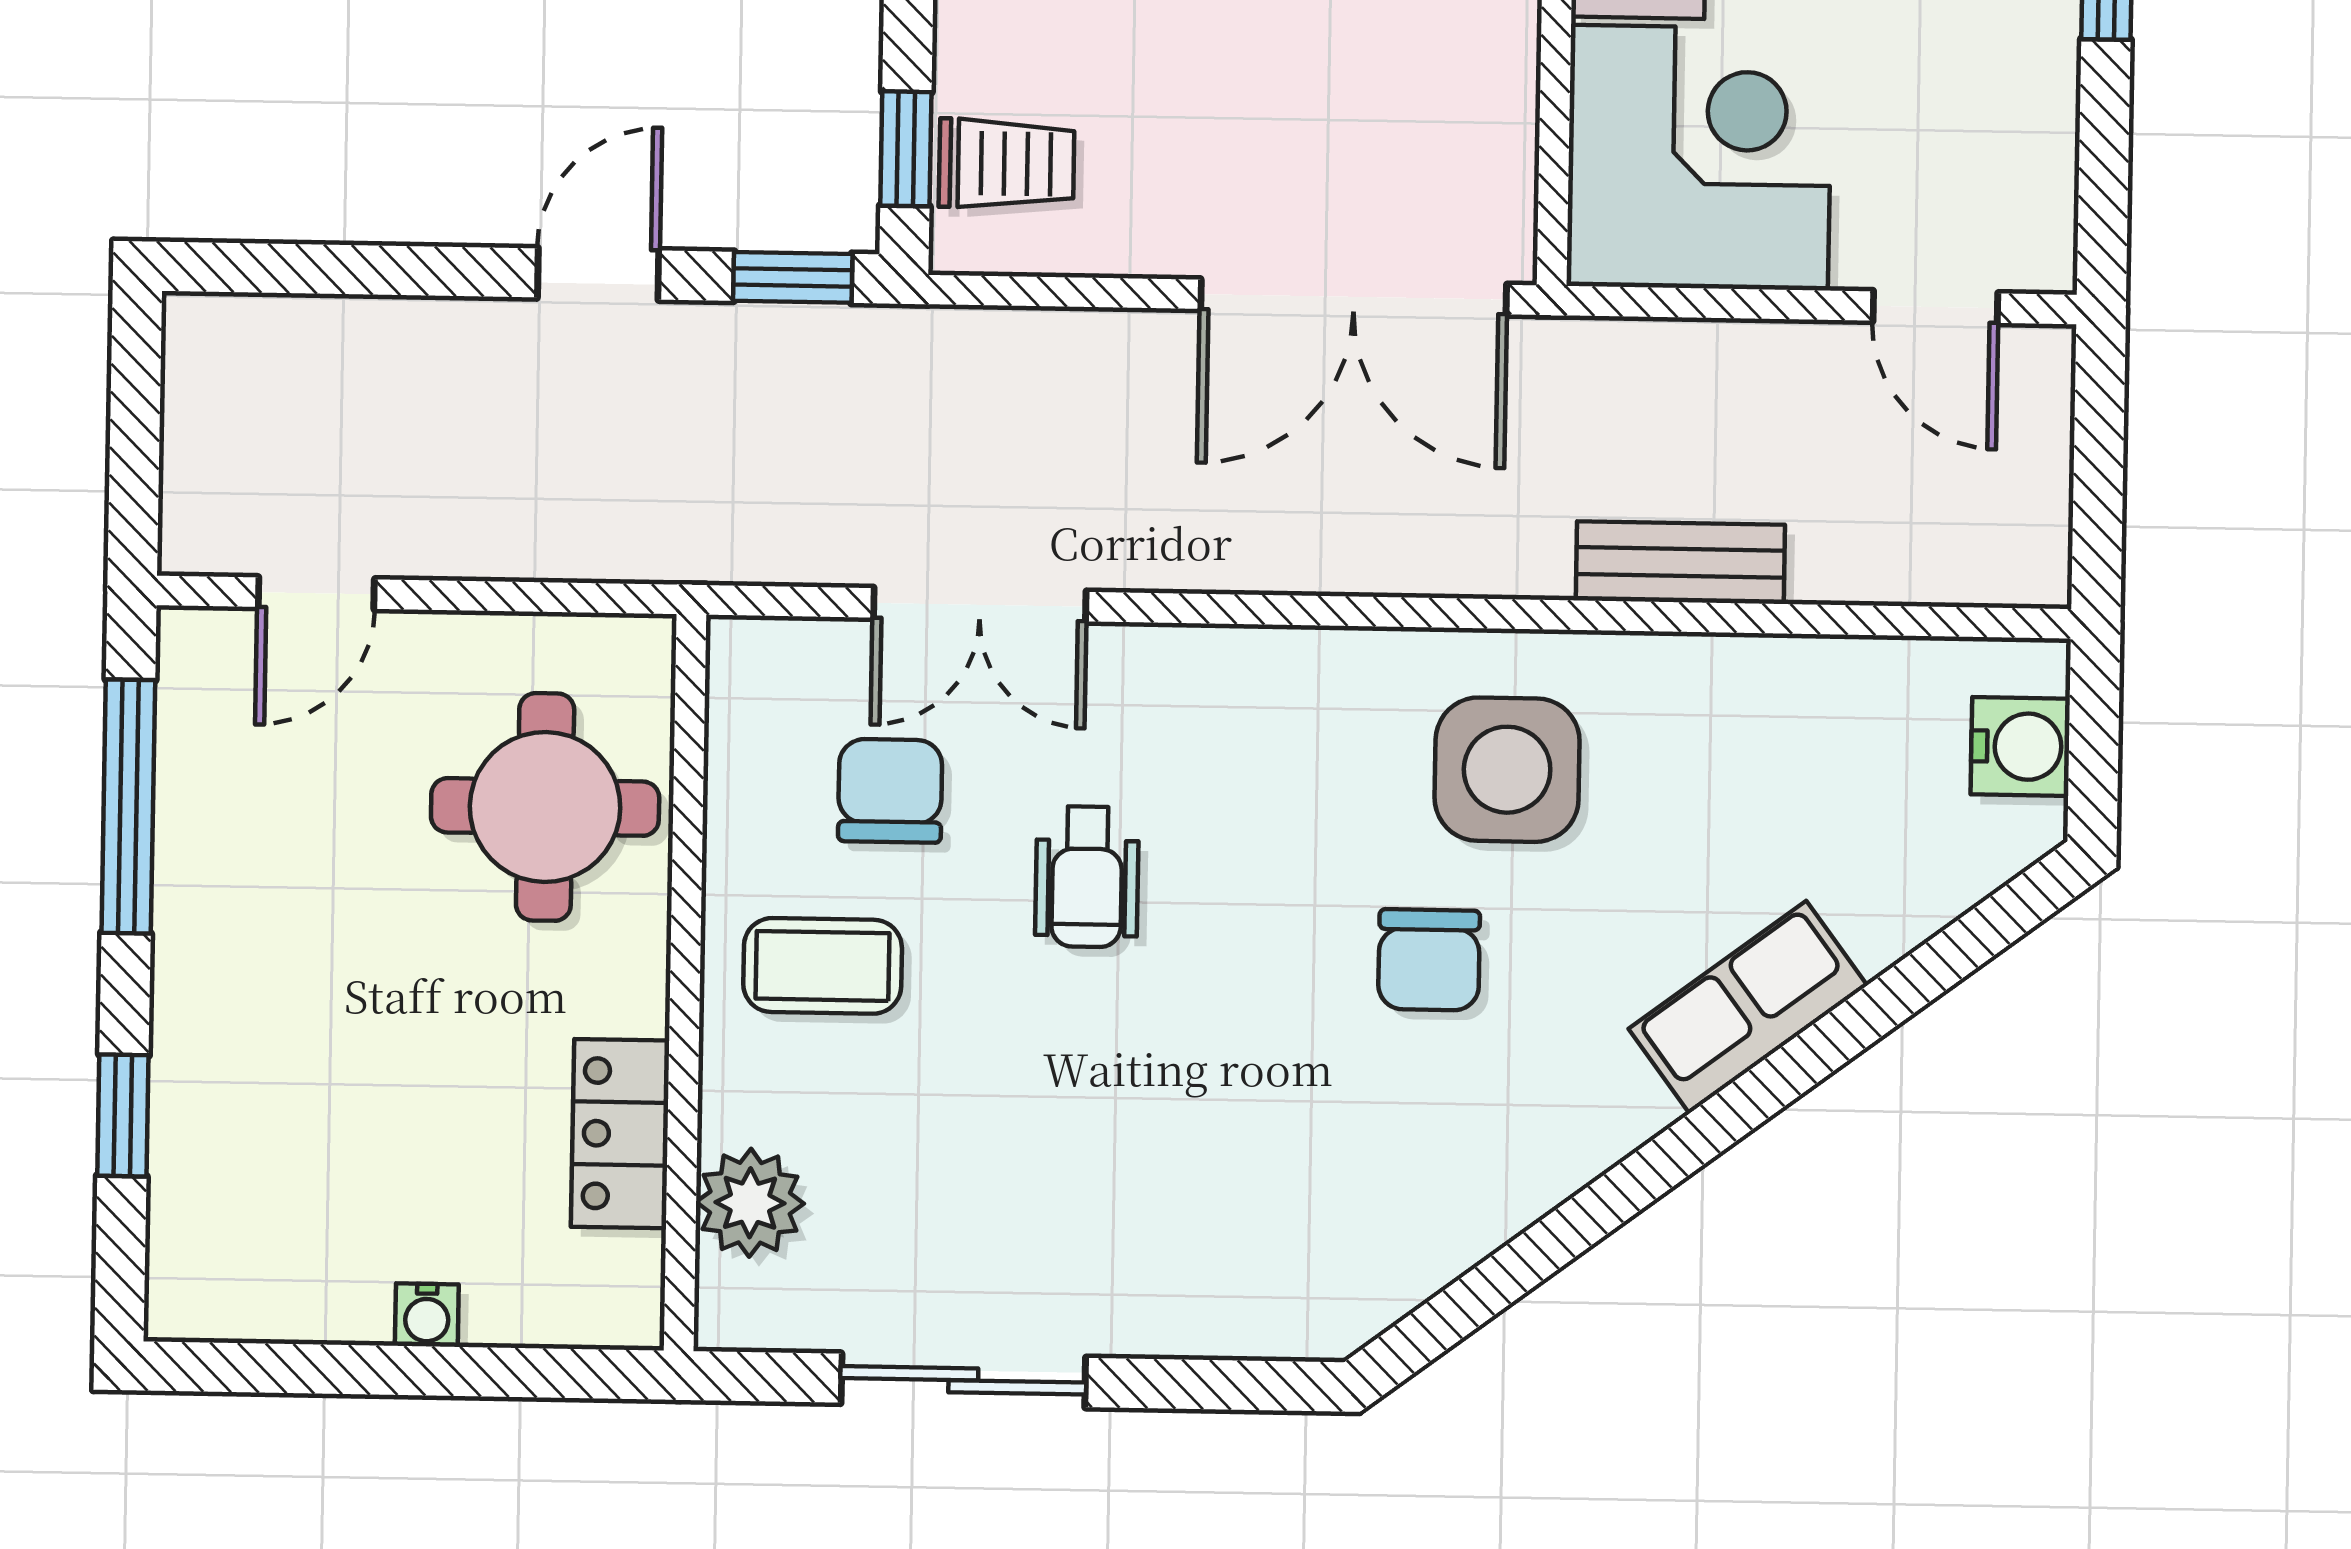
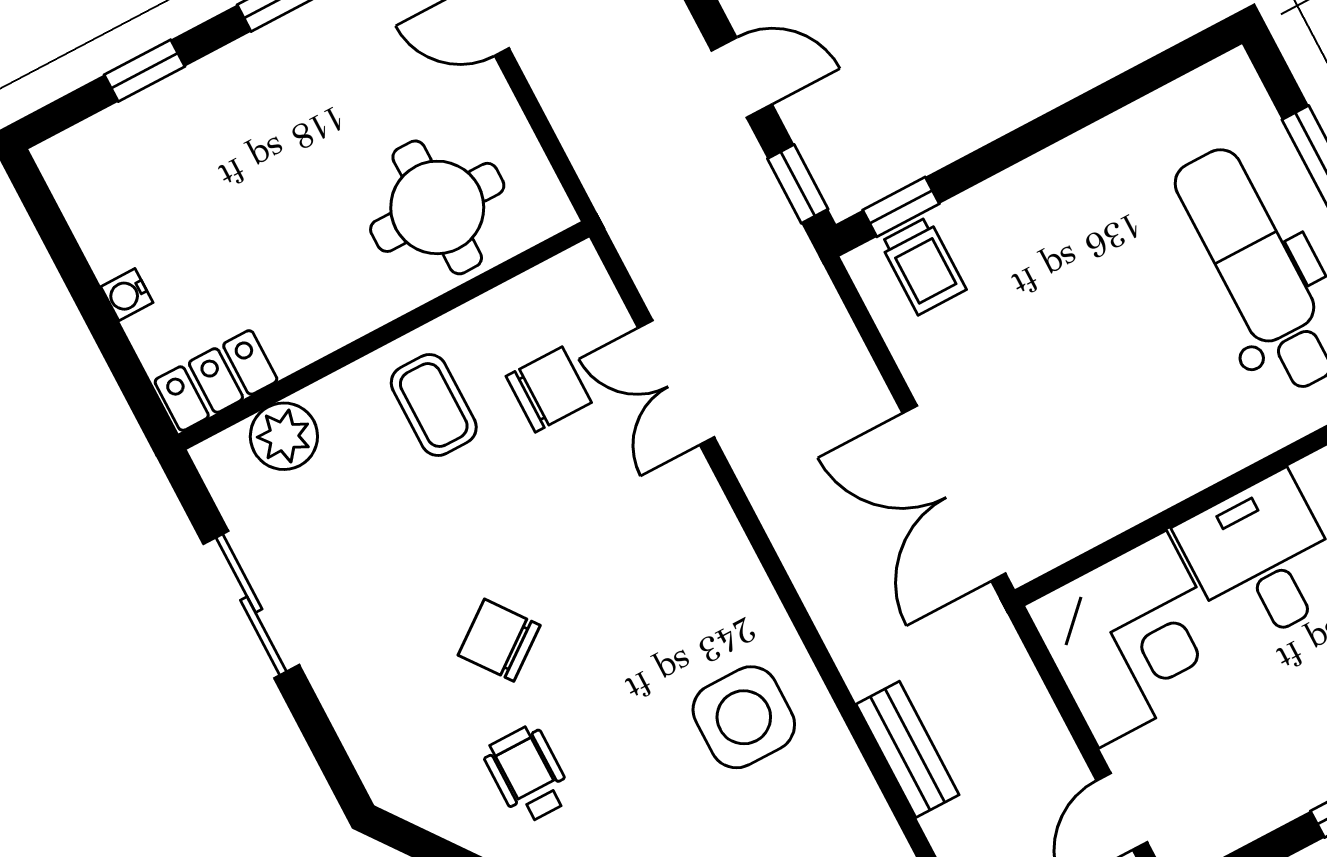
wheelchair: (1087, 877) -> (528, 774), moved, turned 90
chair: (1429, 960) -> (499, 640), moved, turned 53
locker: (620, 1134) -> (216, 381), moved

